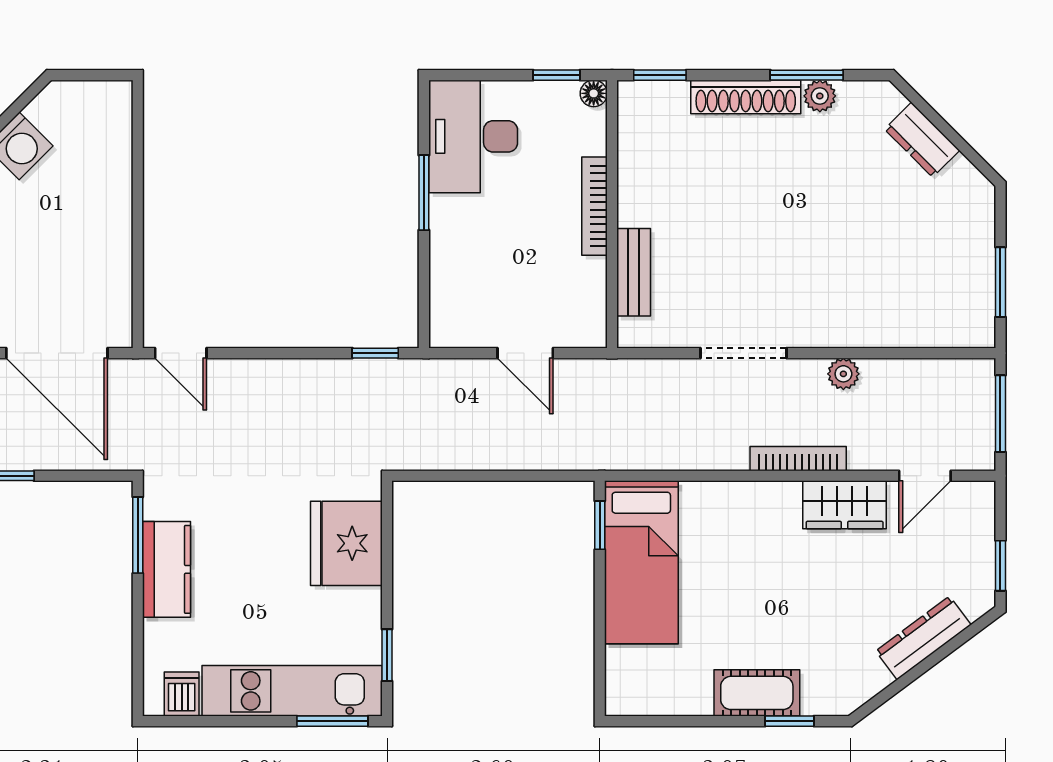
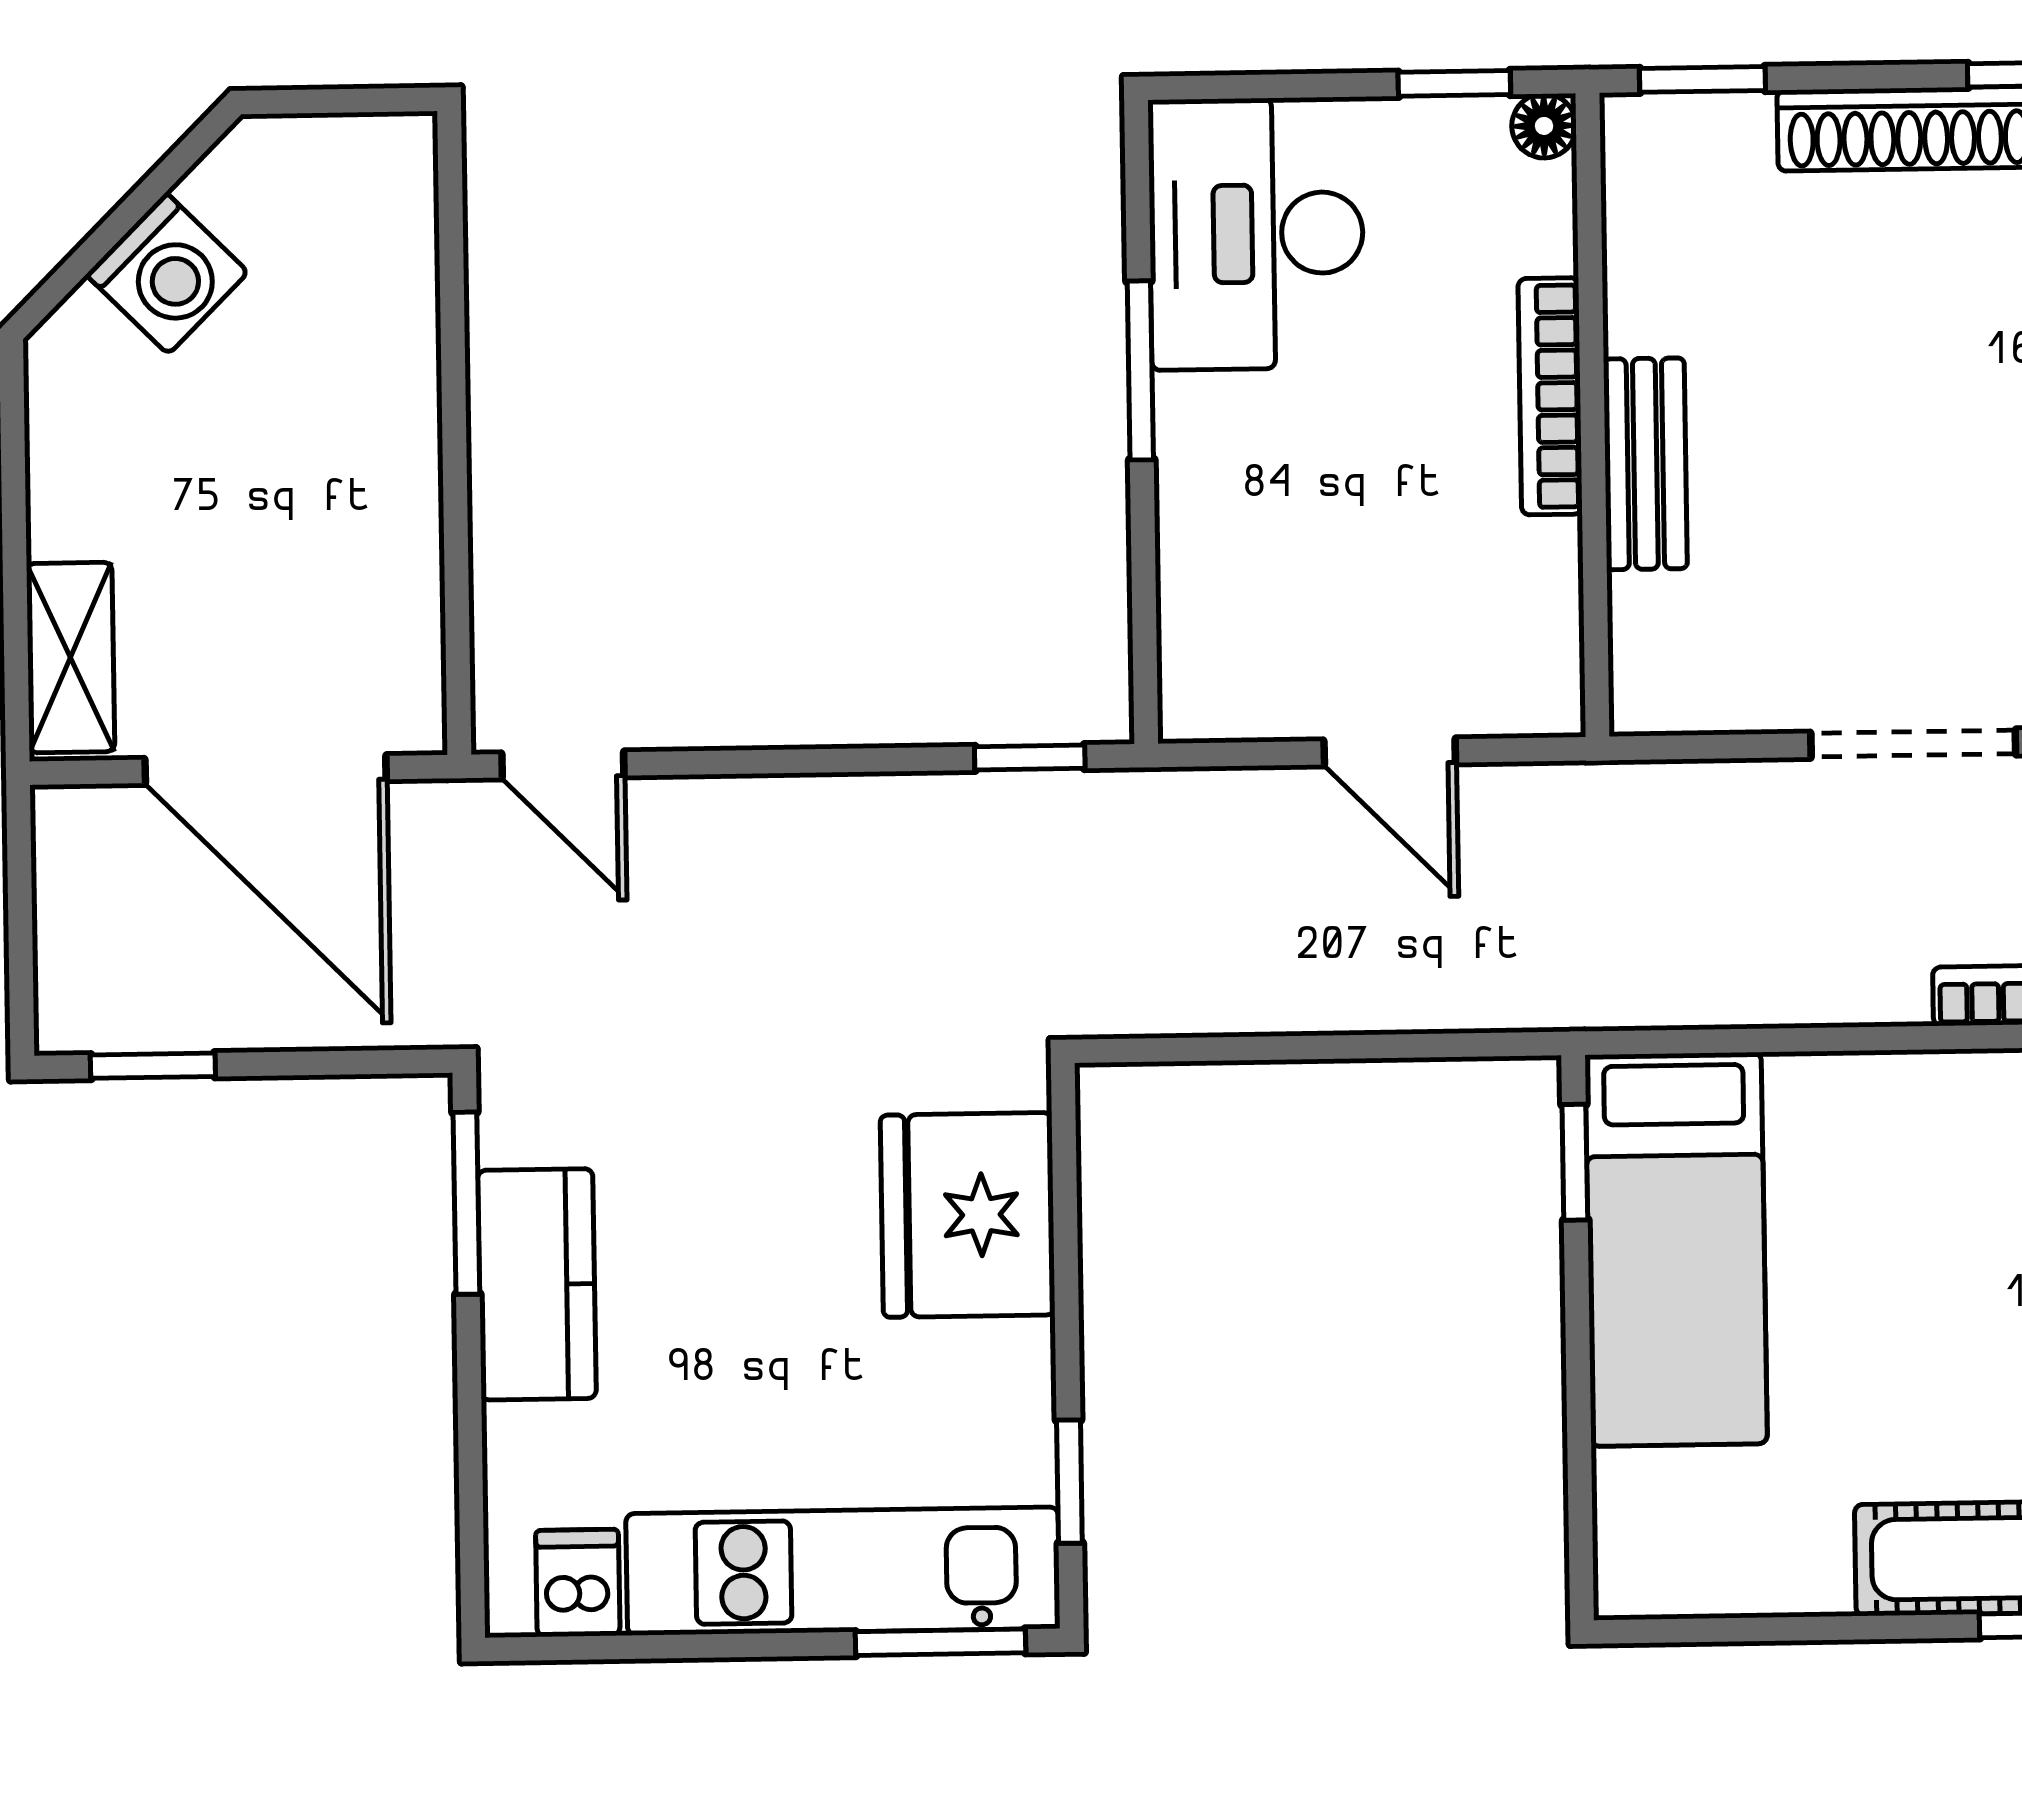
bench: (634, 272) -> (1645, 464), moved

